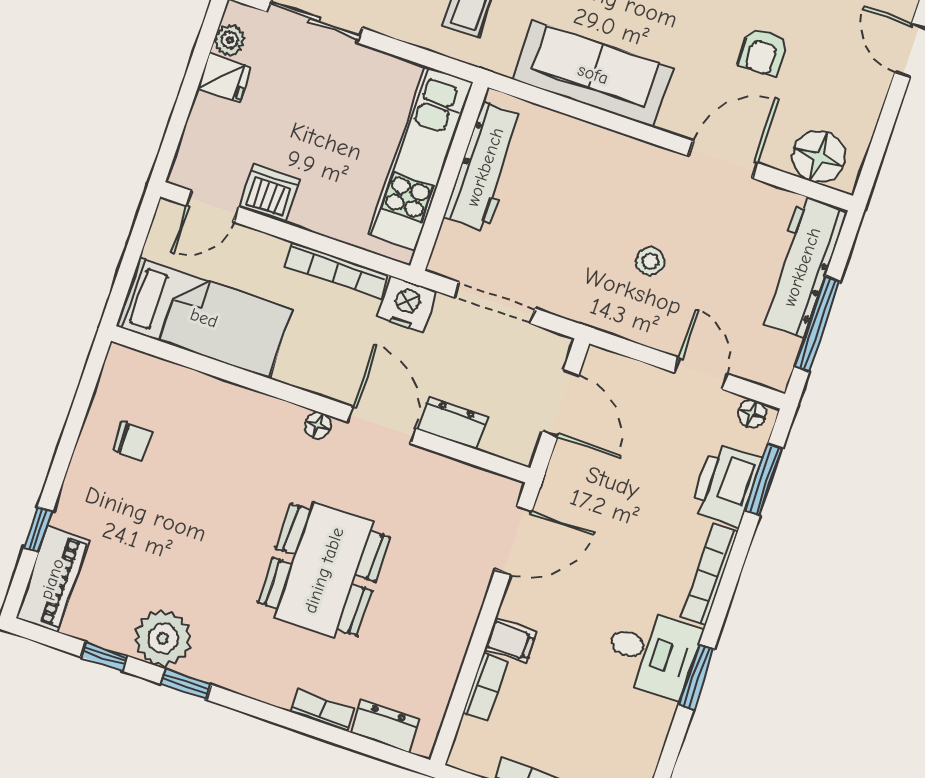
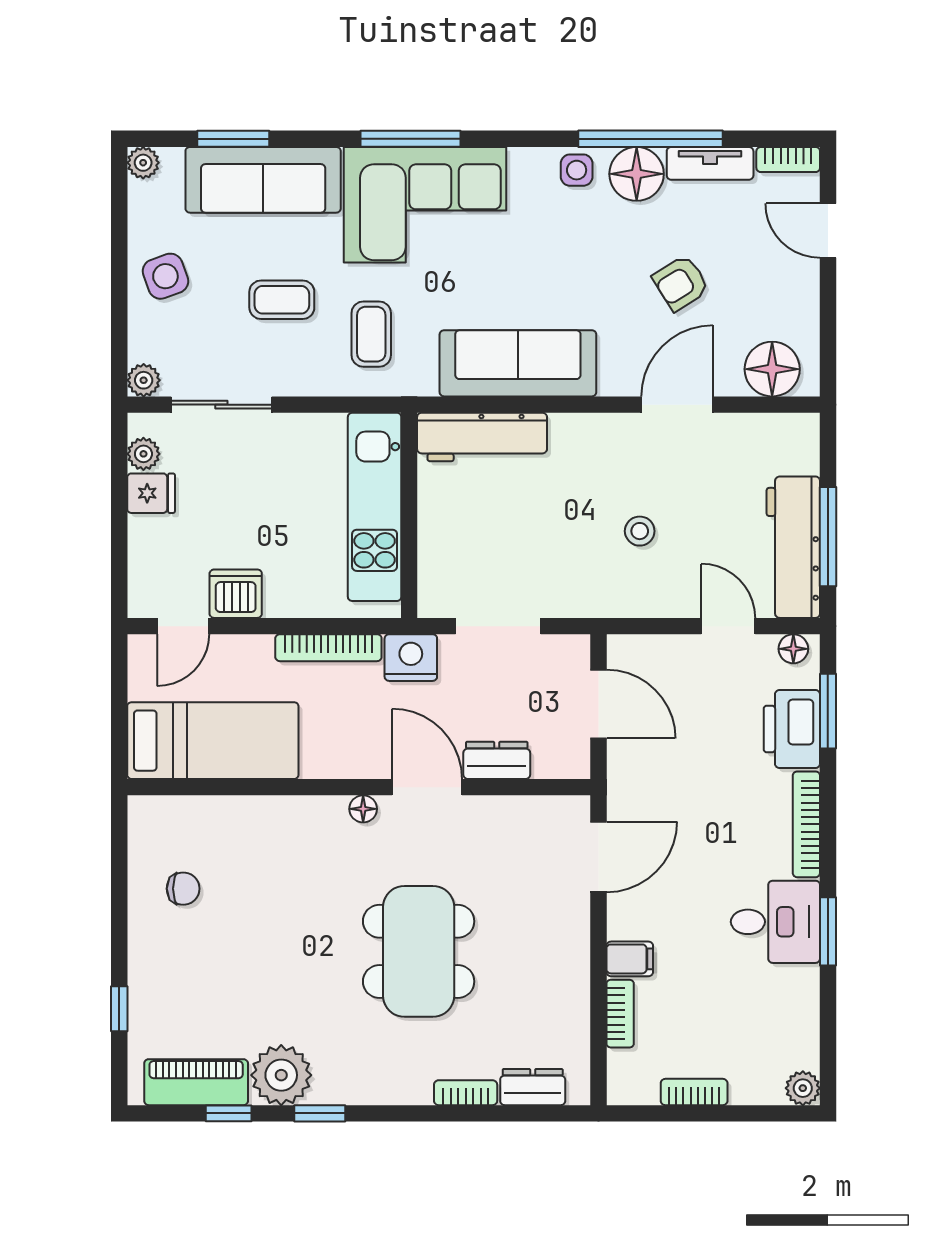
armchair: (763, 52) -> (681, 283), turned 58
workbench: (485, 167) -> (482, 437), moved, turned 90
workbench: (802, 267) -> (793, 547), moved
piano: (52, 579) -> (196, 1082), moved, turned -90

